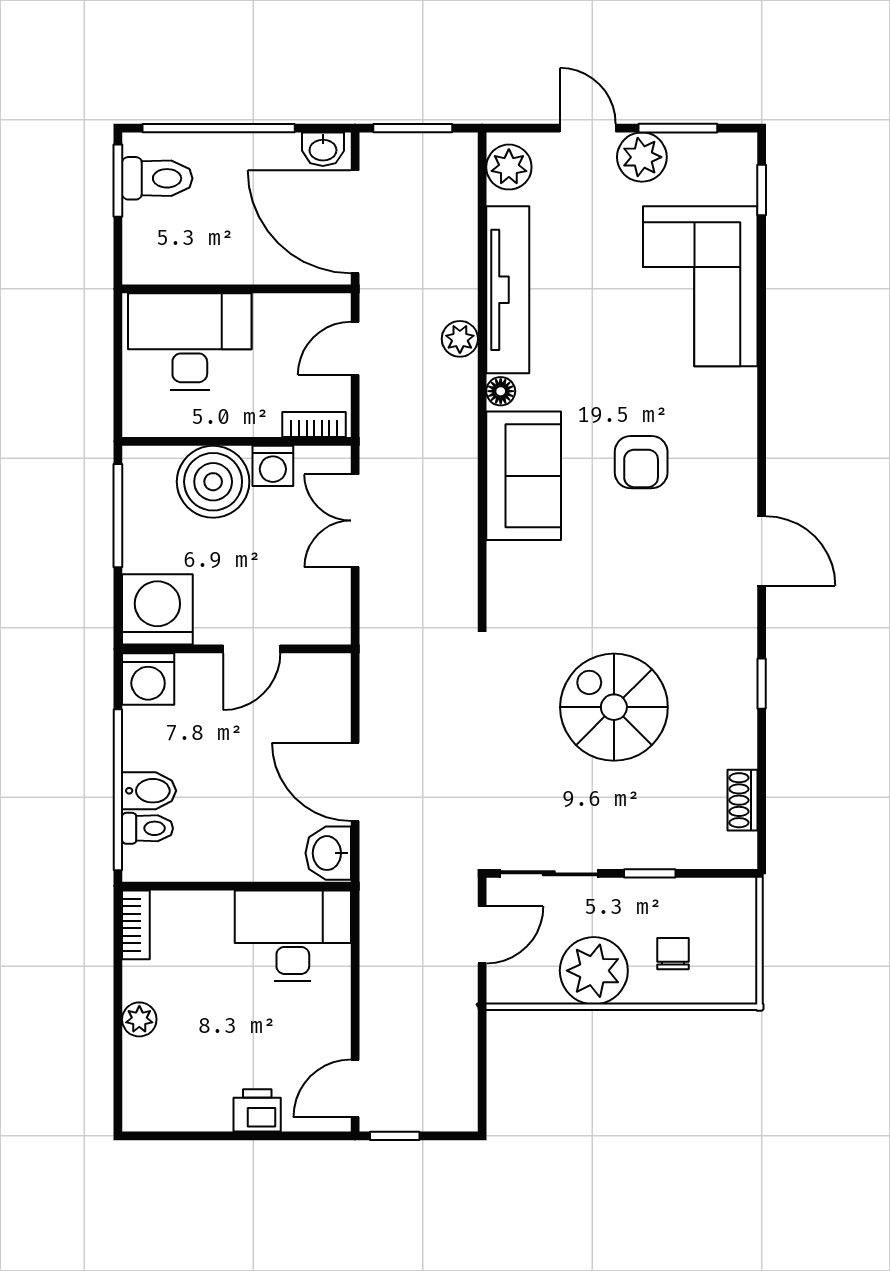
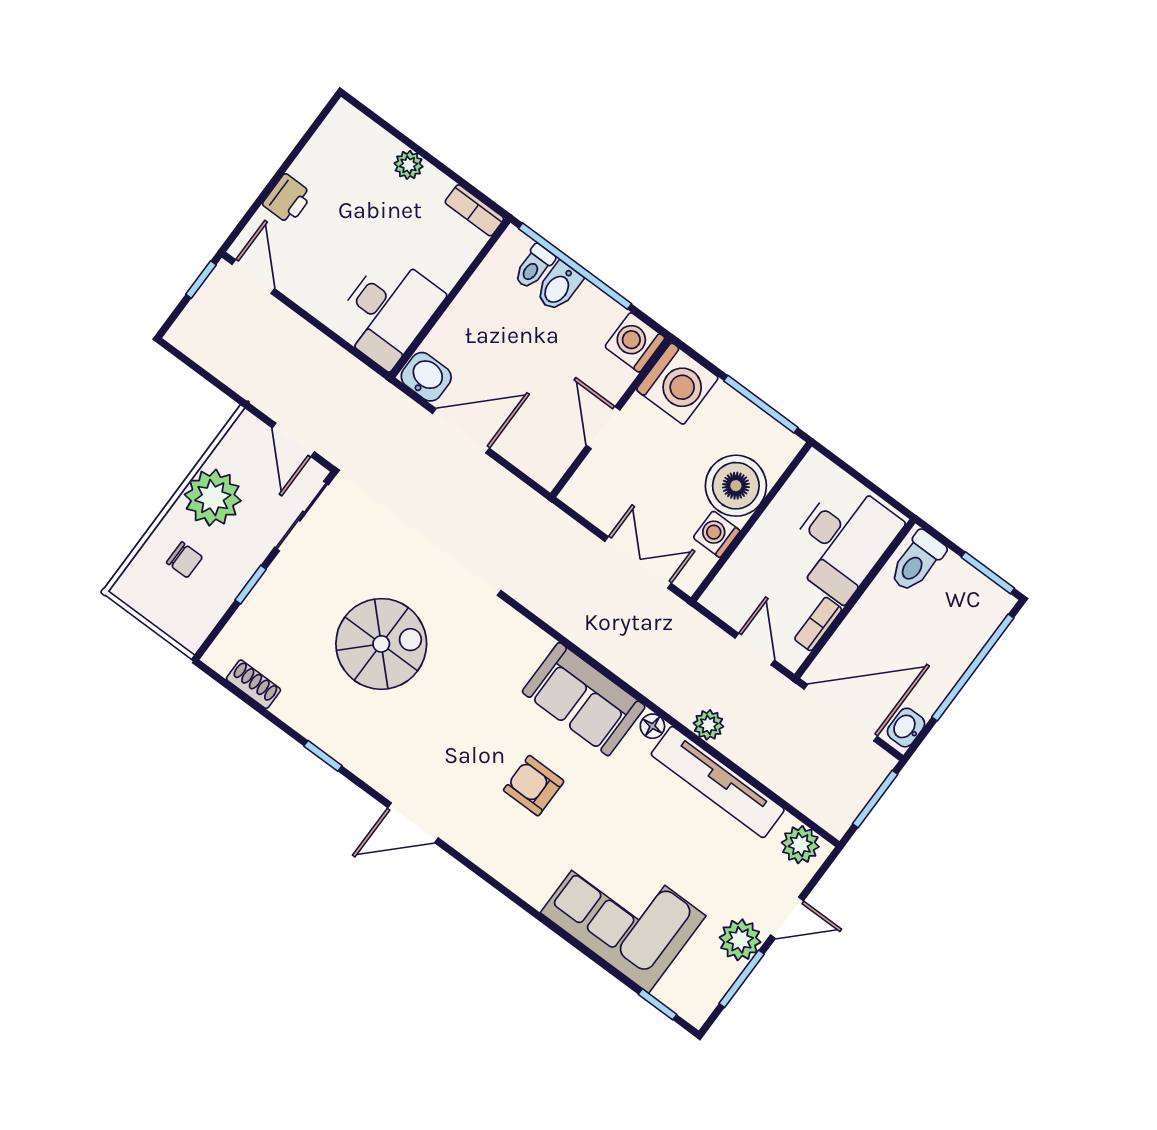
toilet: (157, 178) -> (917, 562), moved
bookcase: (314, 425) -> (818, 624), moved, turned 180

